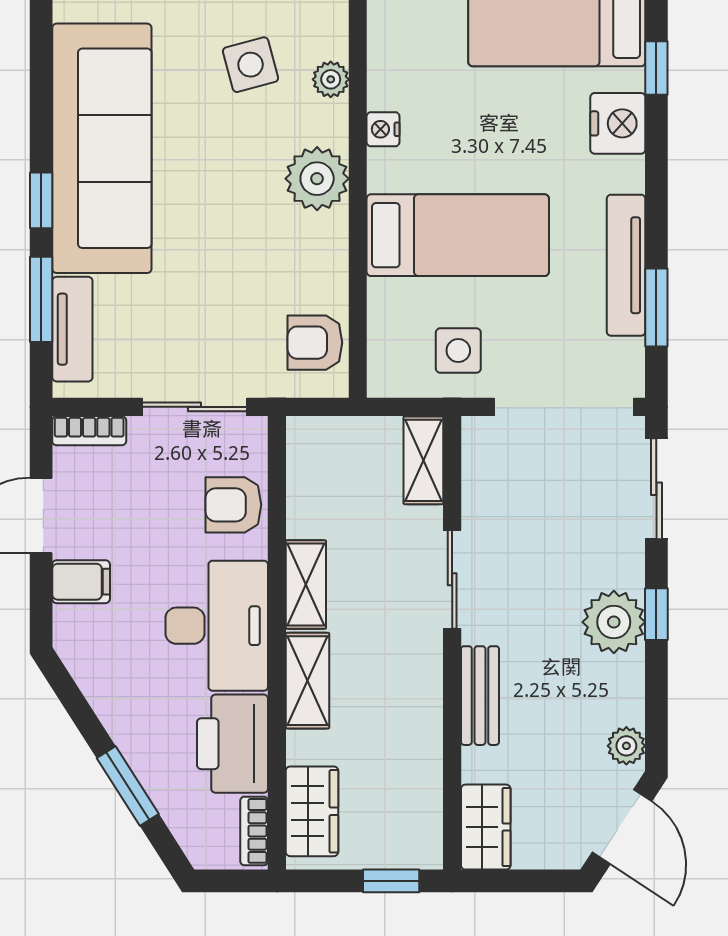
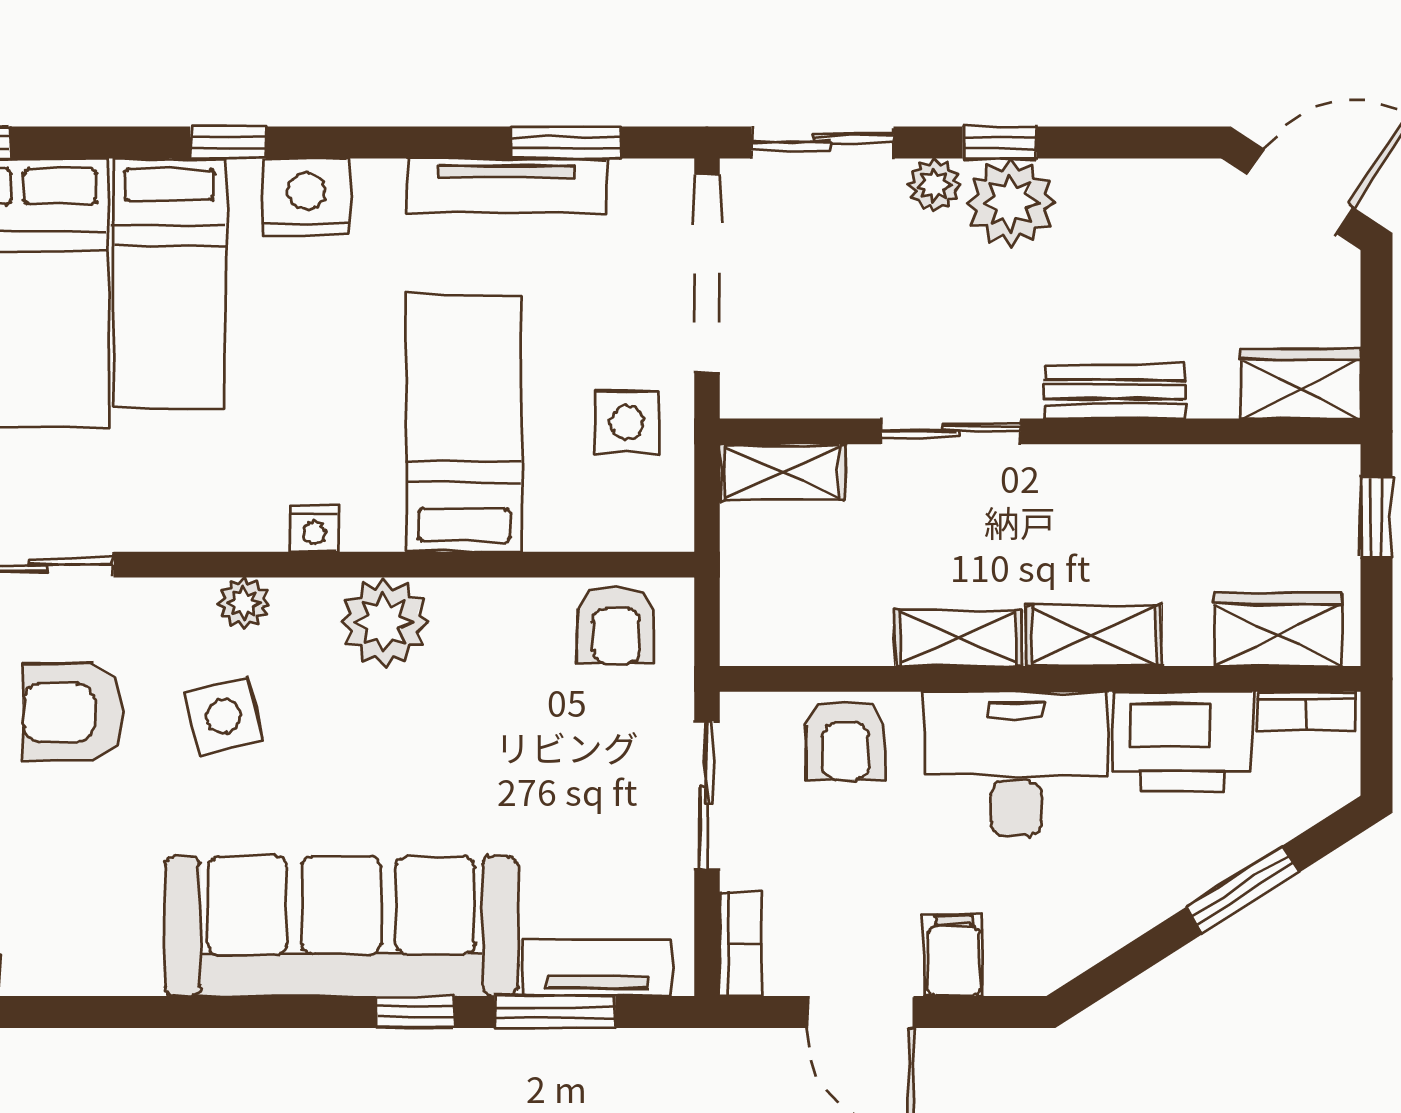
plant: (626, 746) -> (935, 185), moved

